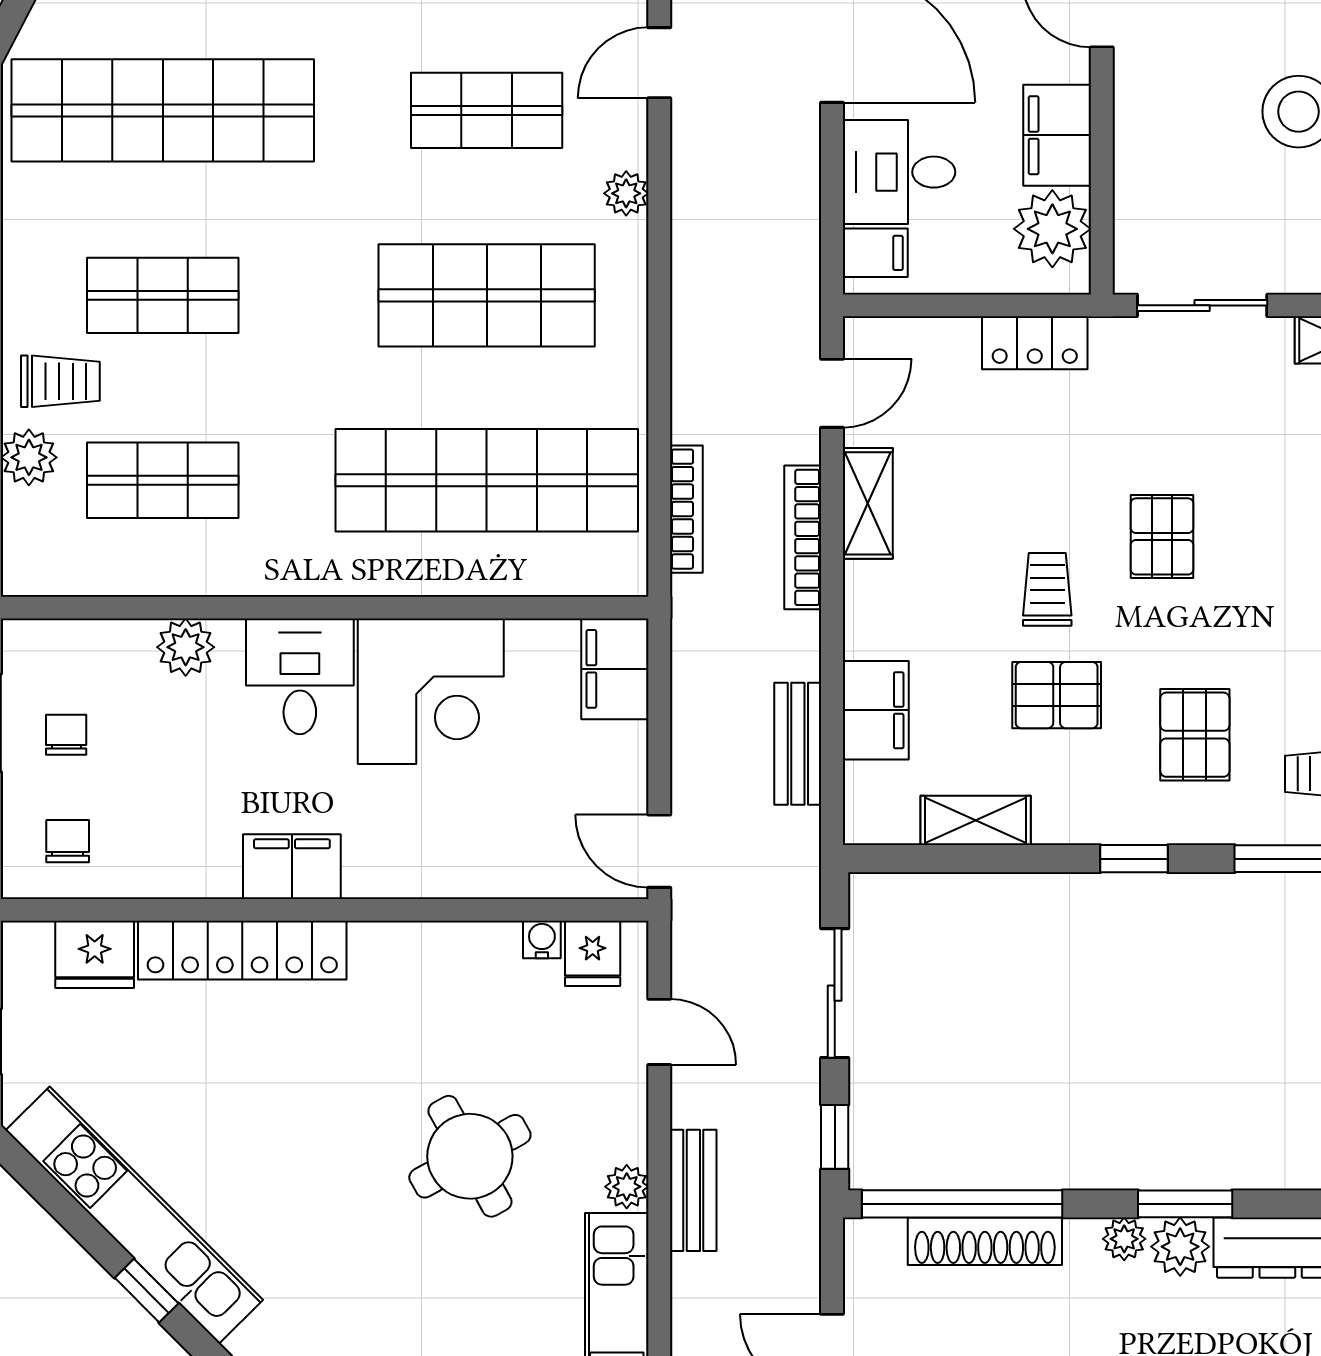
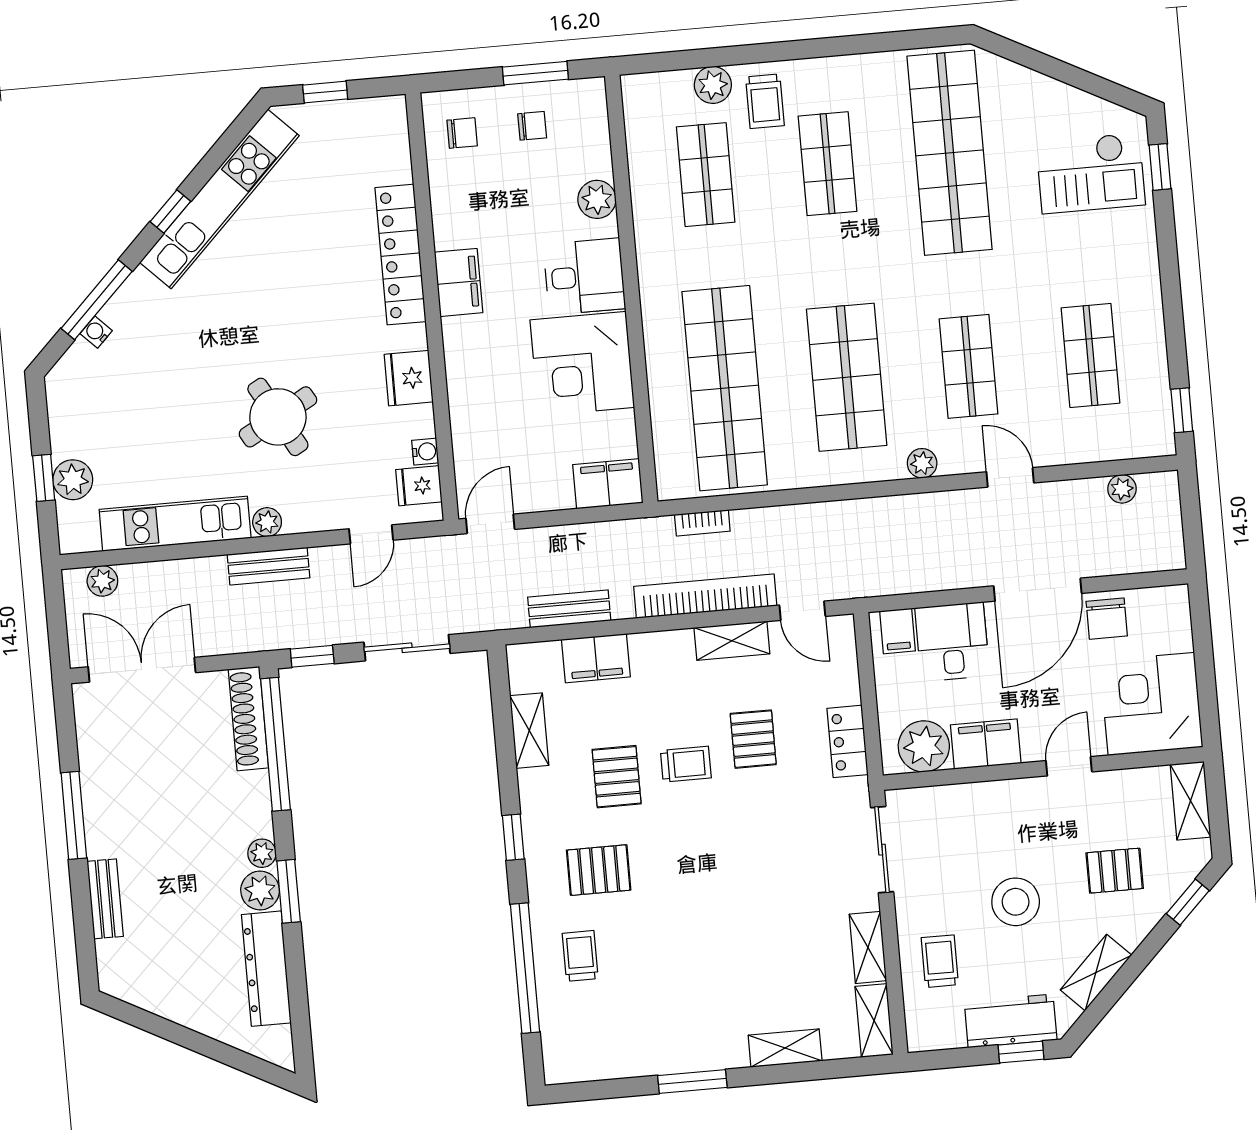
bookcase: (686, 509) -> (702, 523), width x0.64
pallet: (1162, 536) -> (753, 739), moved, turned 90
bookcase: (803, 537) -> (705, 596), width x1.48, depth x1.31
fridge: (95, 954) -> (409, 378), moved
shoe rack: (985, 1241) -> (248, 719), moved

